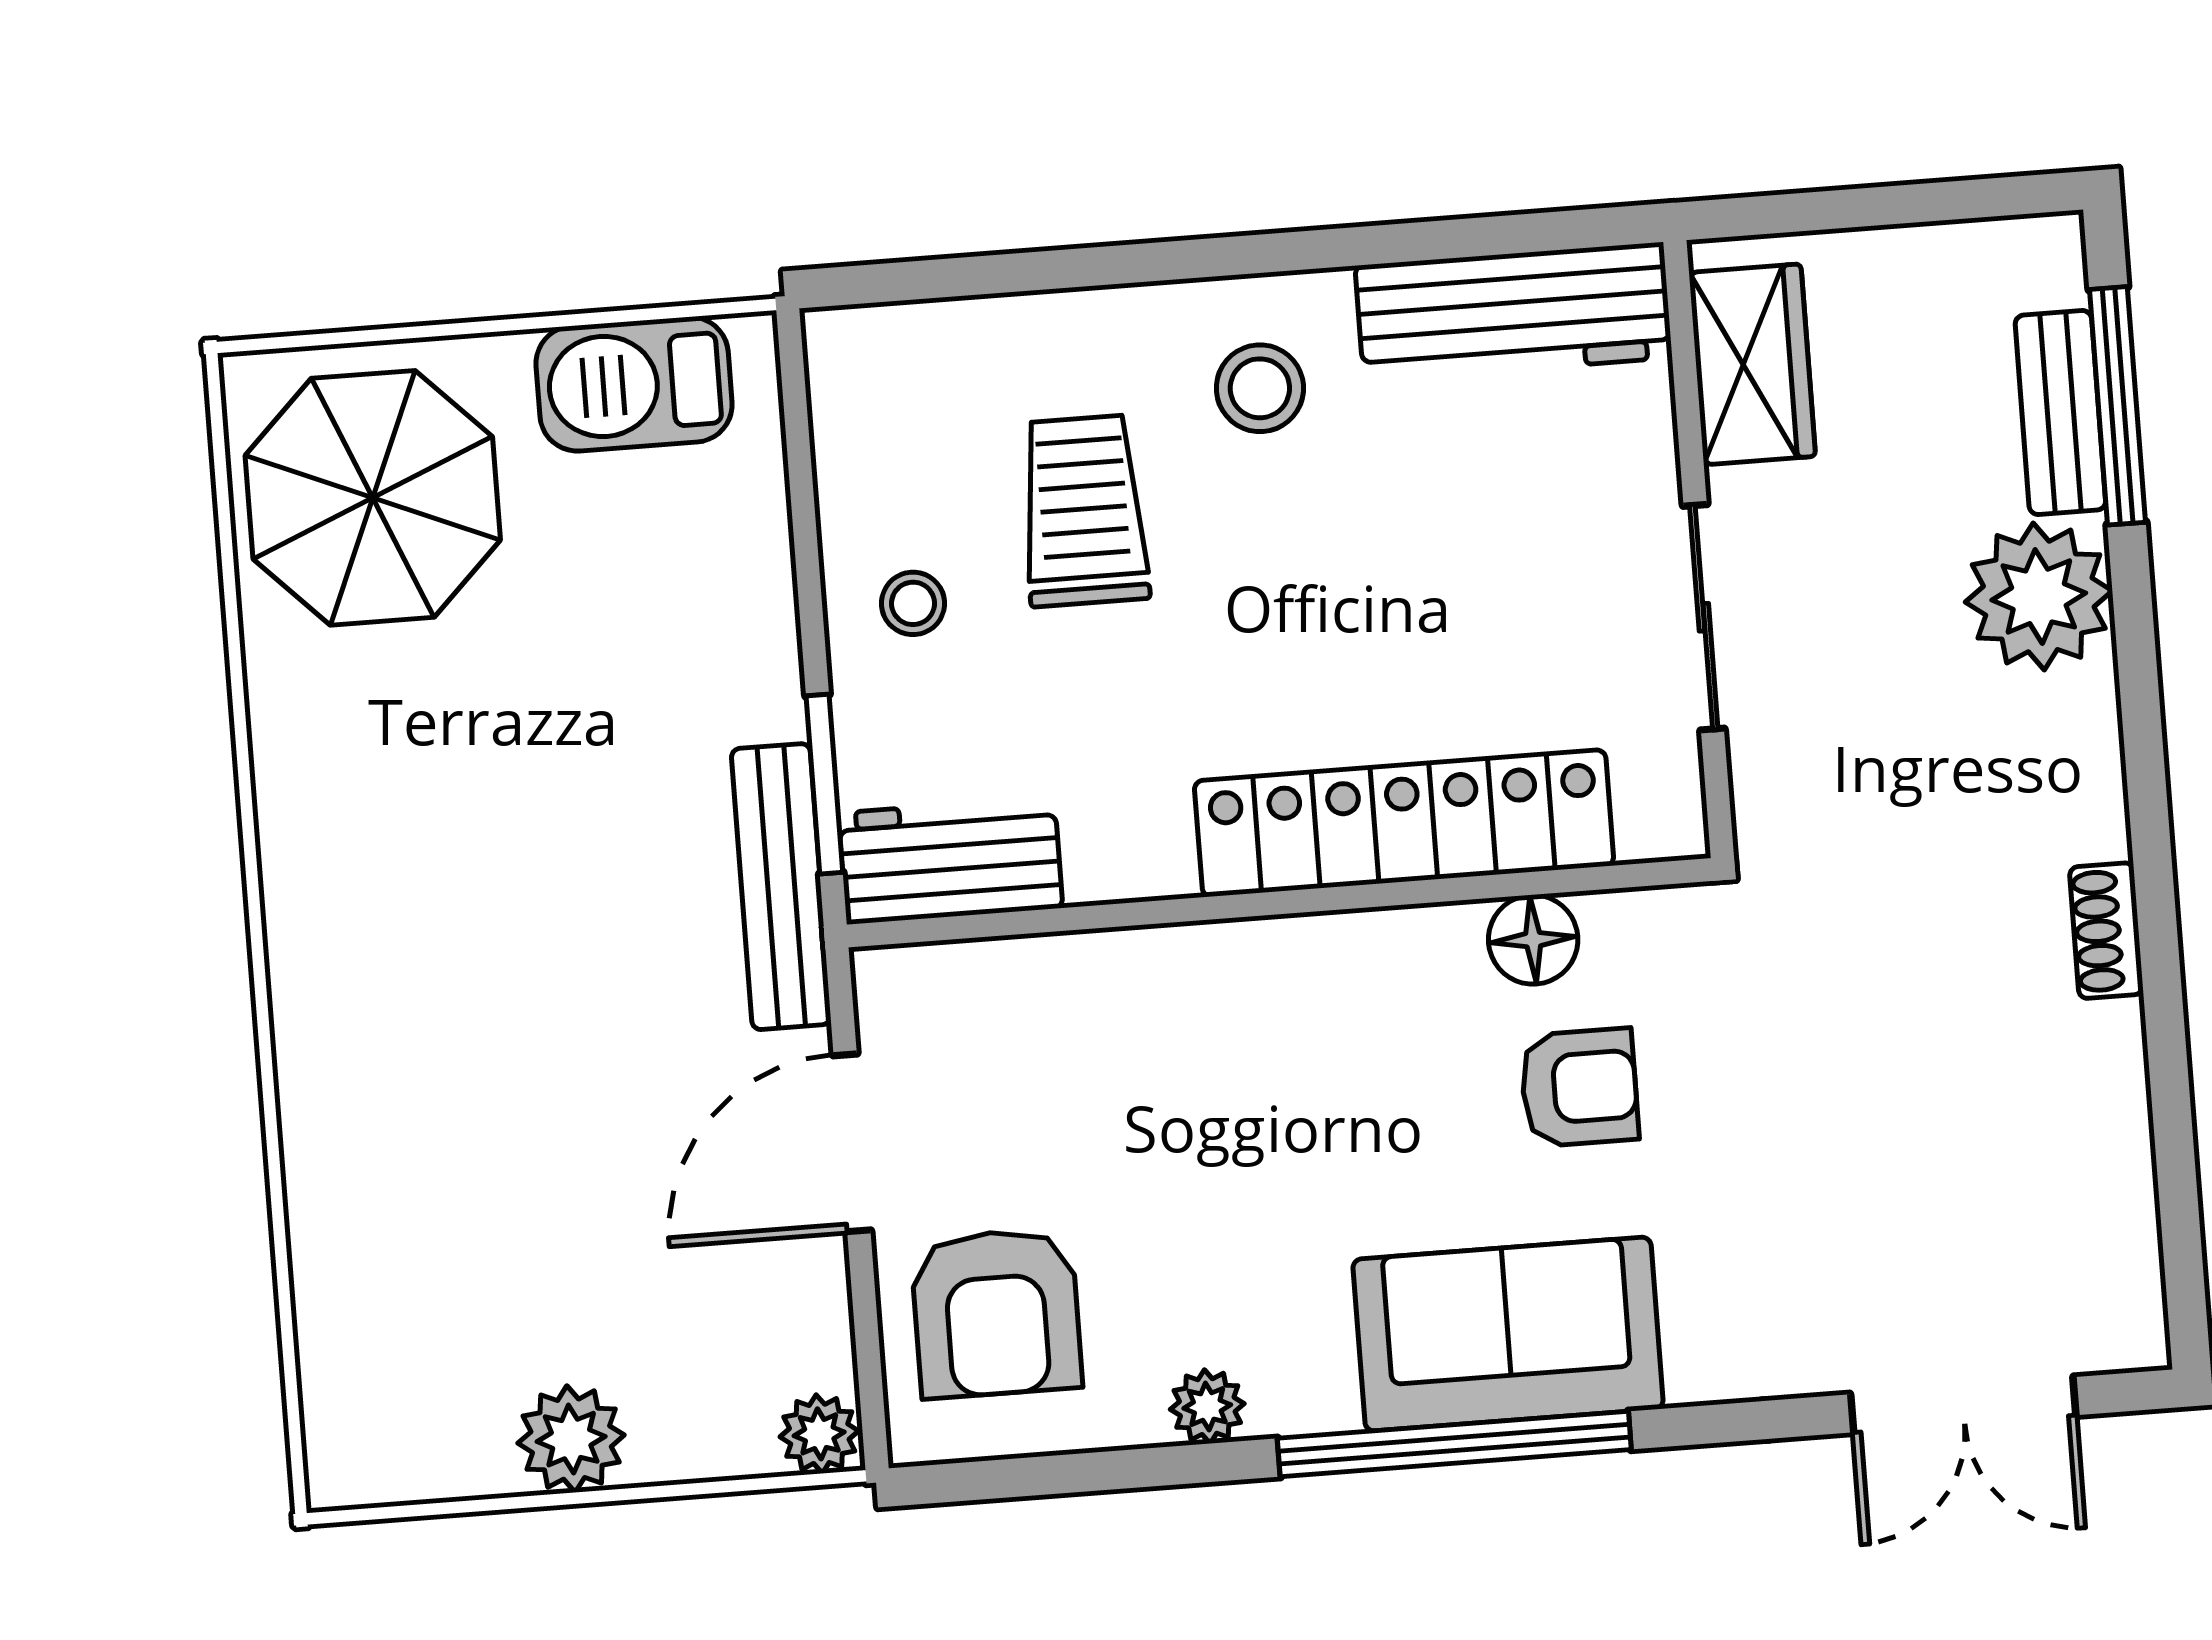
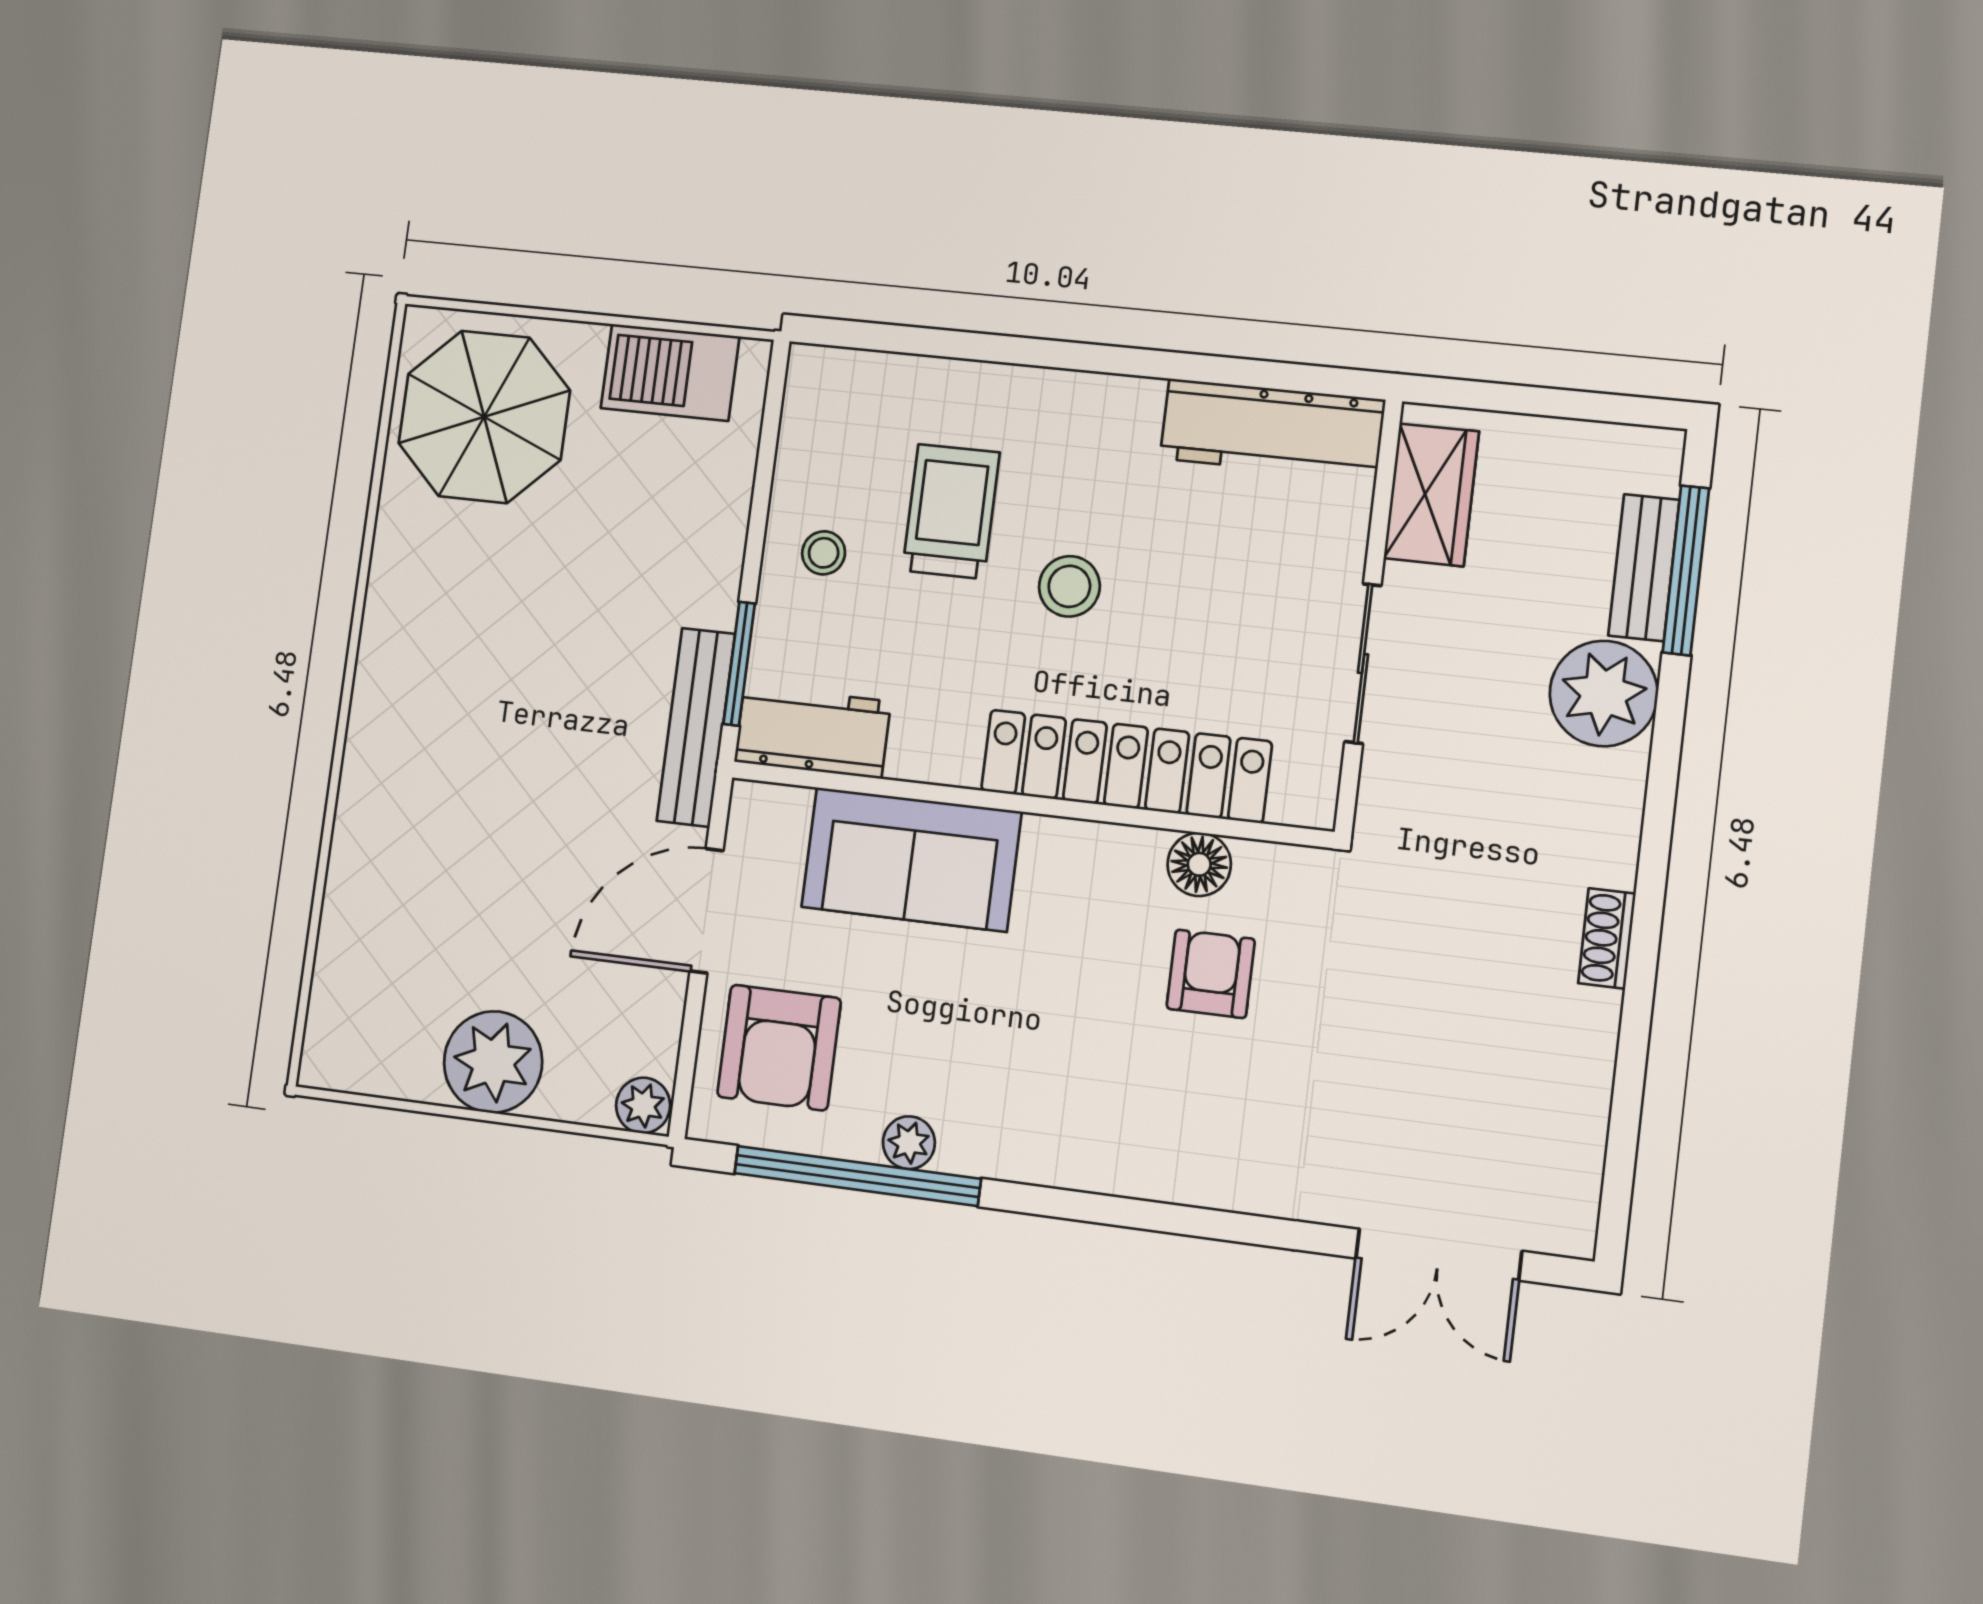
stool: (1260, 388) -> (1069, 586), moved
armchair: (1579, 1087) -> (1211, 974), turned -90
sofa: (1508, 1334) -> (911, 859), moved, turned 180
plant: (571, 1439) -> (493, 1062), width x1.36, depth x1.36
window: (1454, 1444) -> (857, 1176), moved

